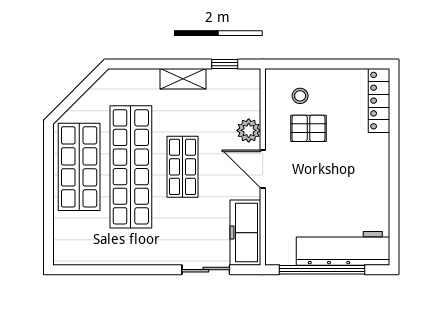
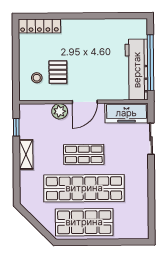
workbench: (343, 248) -> (137, 70), moved

